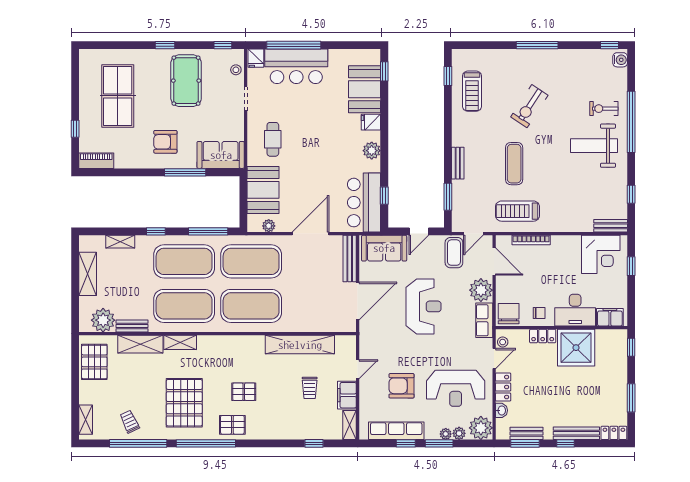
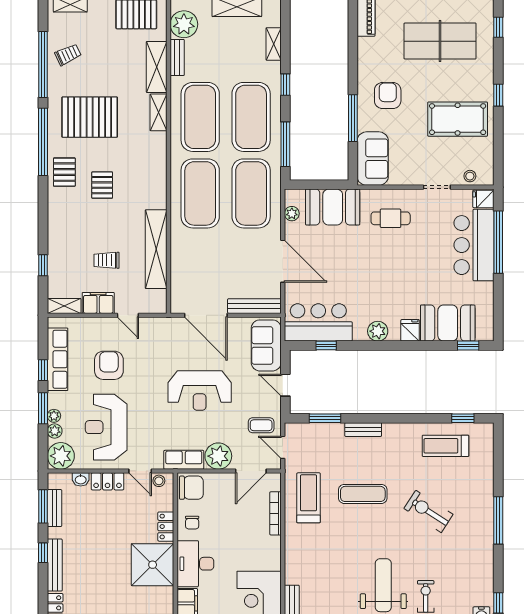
window: (223, 45) -> (498, 27), moved
coffee table: (454, 253) -> (261, 425), width x0.73, depth x0.77

